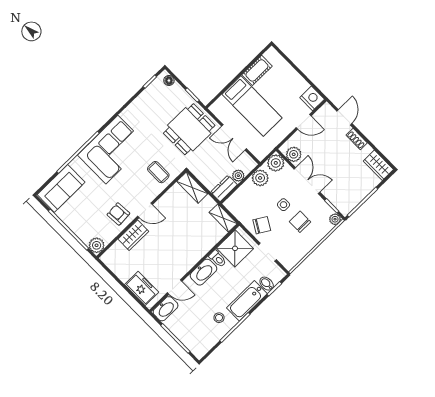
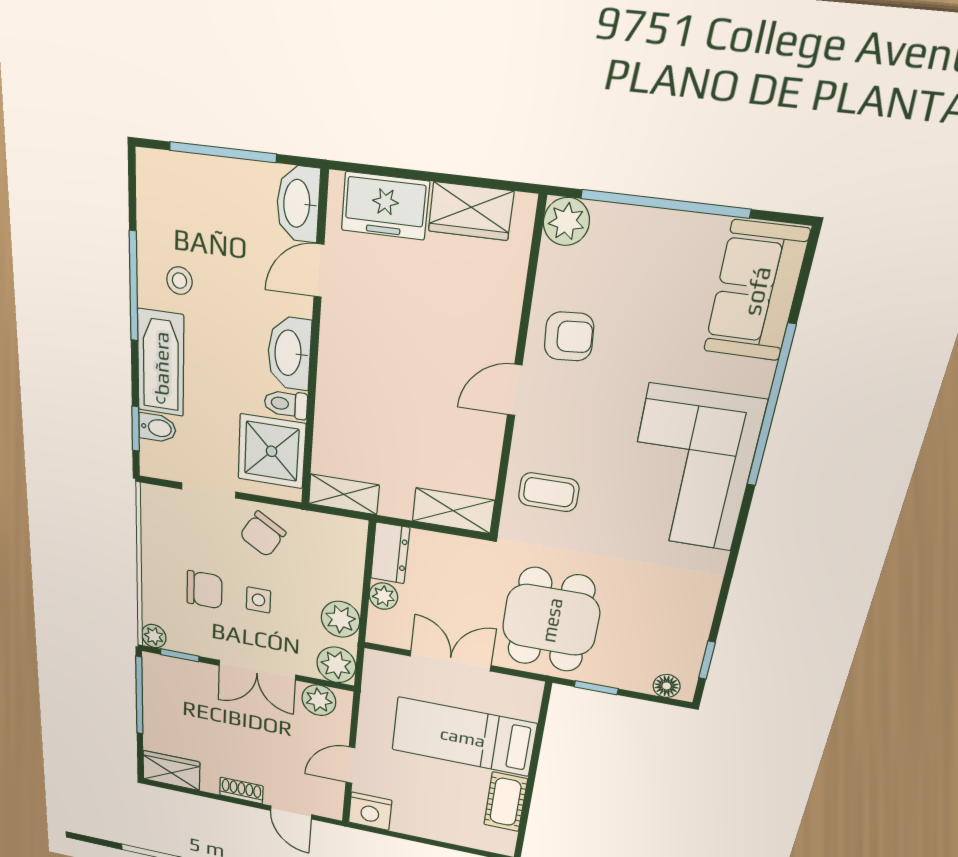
wardrobe: (133, 235) -> (471, 211), moved, turned -90

